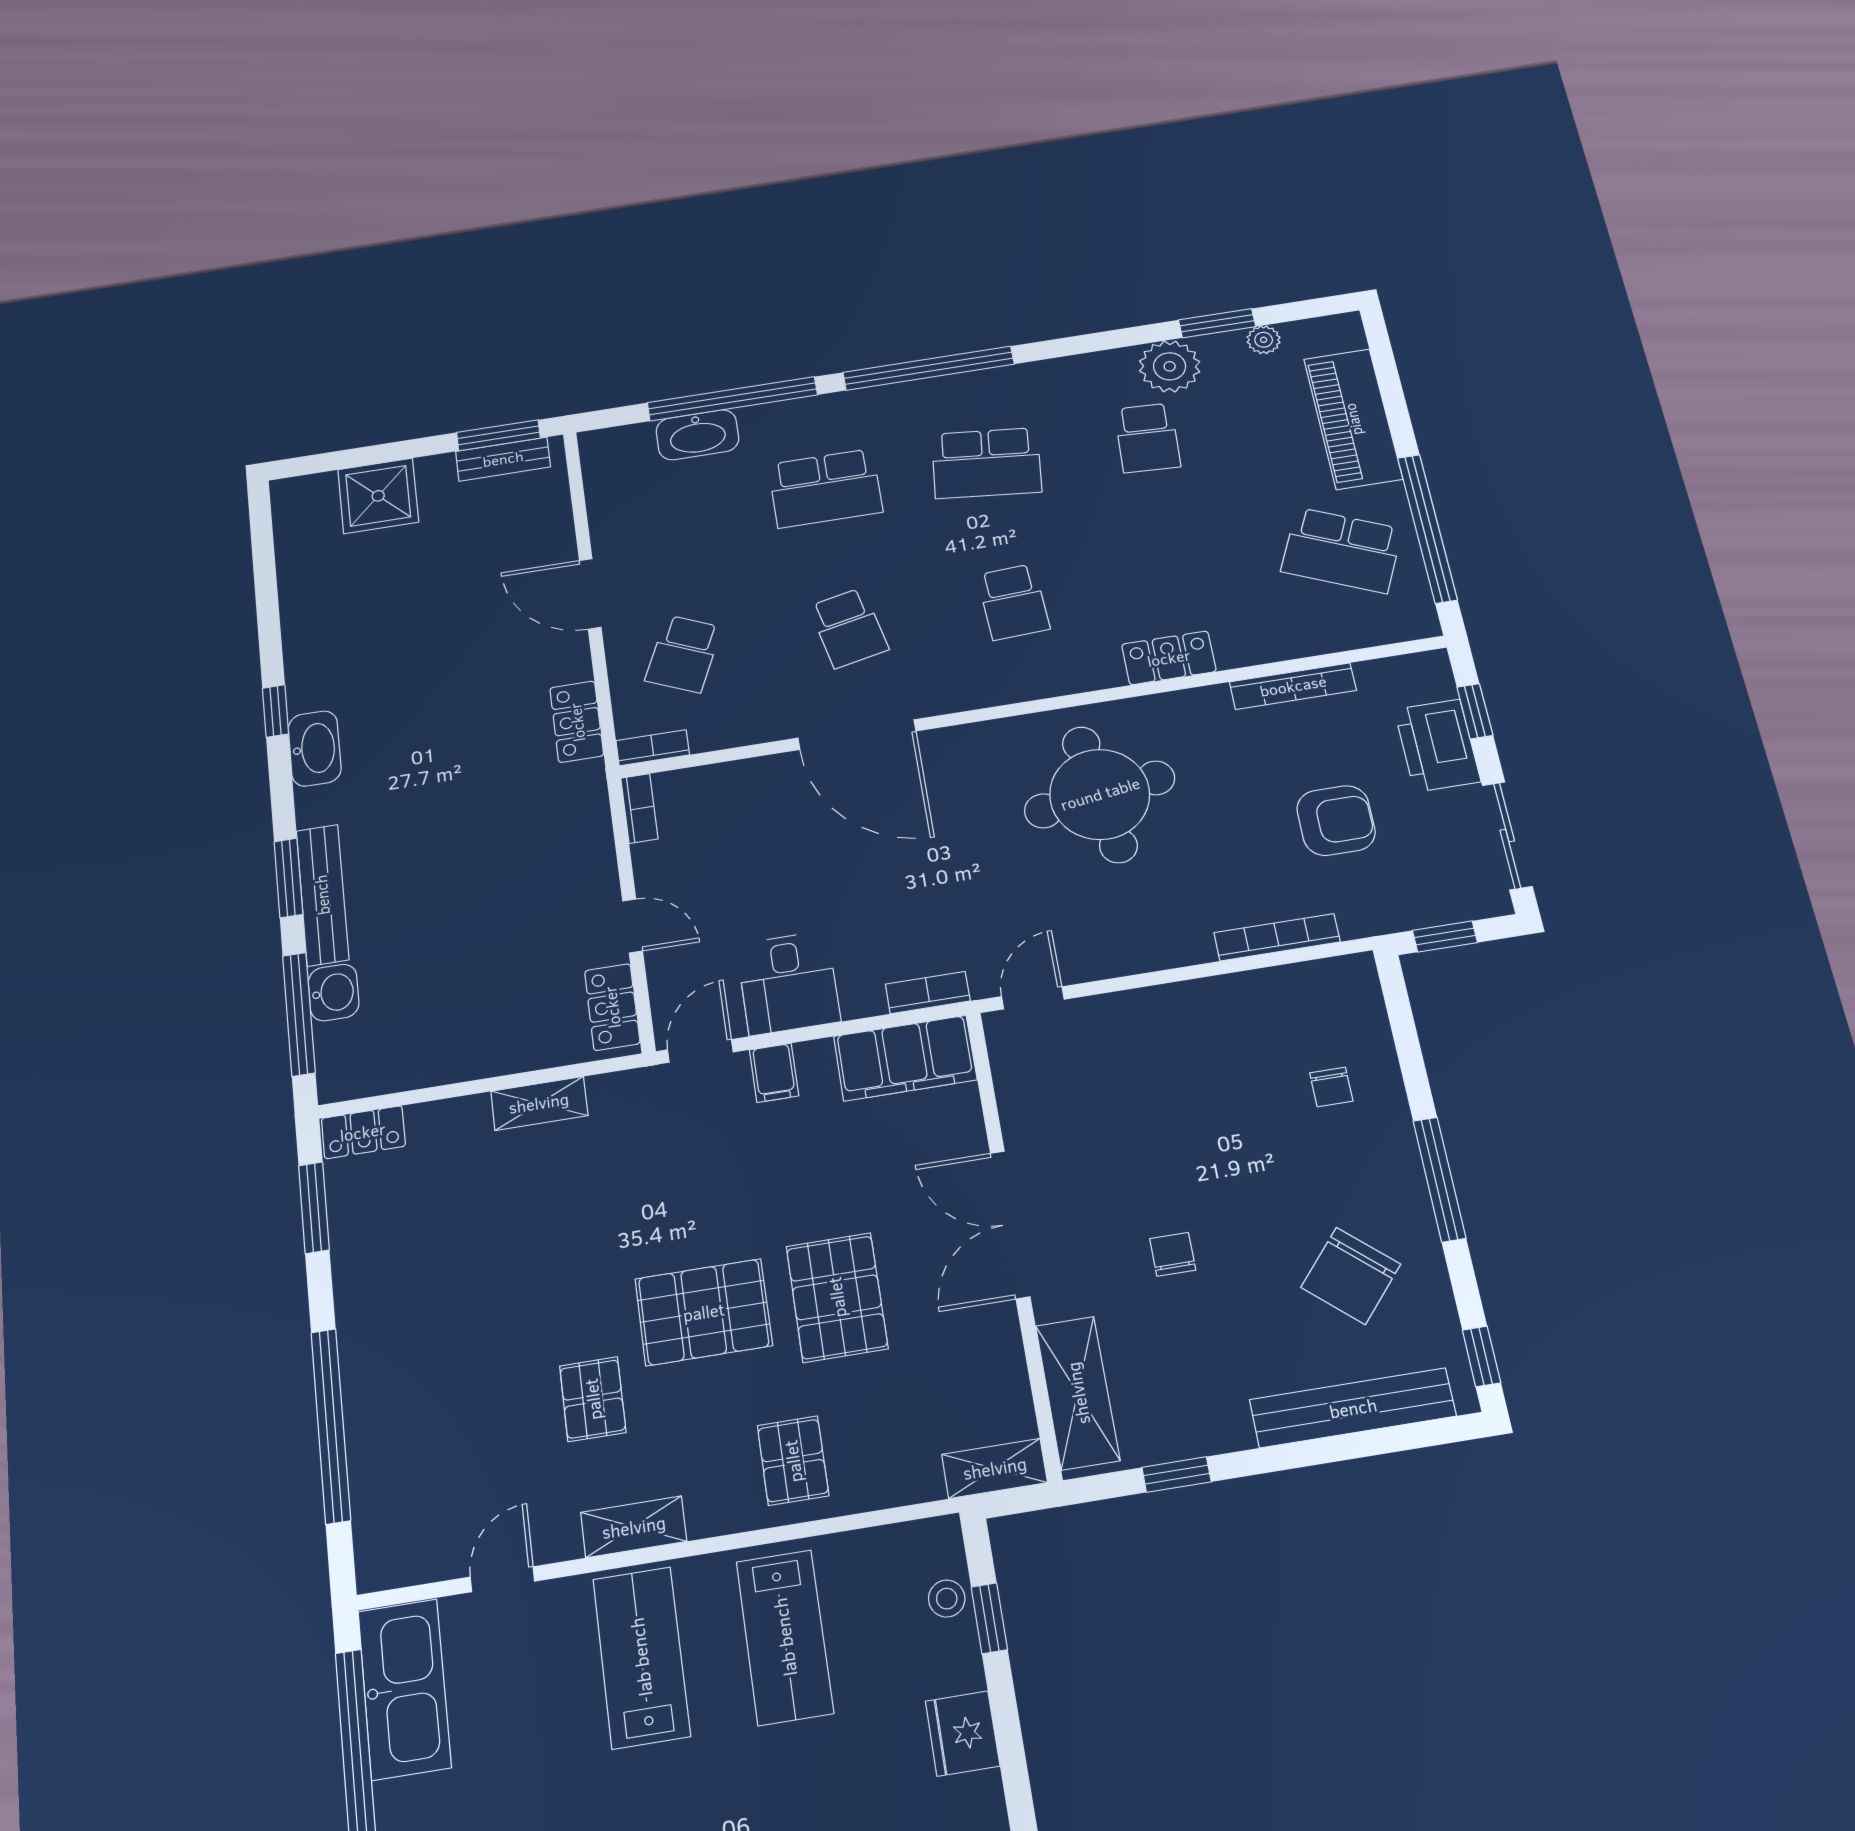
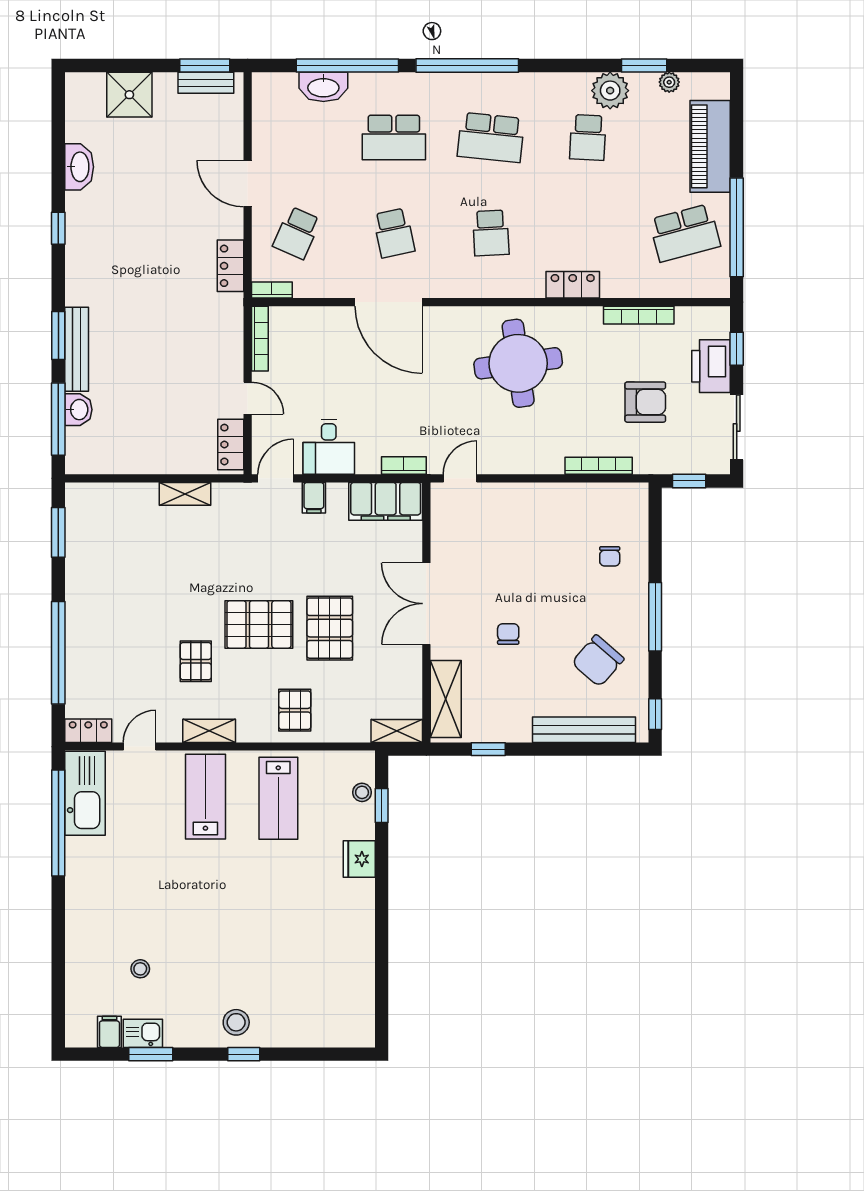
school desk: (1342, 550) -> (685, 233), turned -39
washbasin: (315, 748) -> (79, 167), moved
bookcase: (639, 808) -> (260, 339), width x1.56
locker: (363, 1132) -> (88, 731), moved, turned 180

